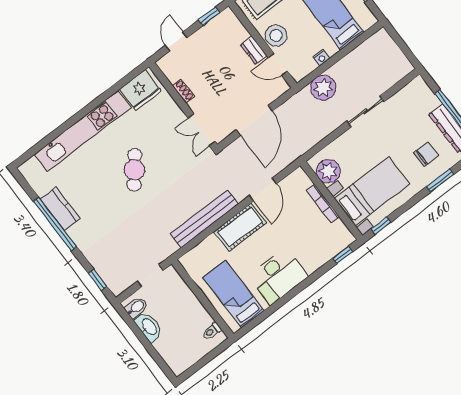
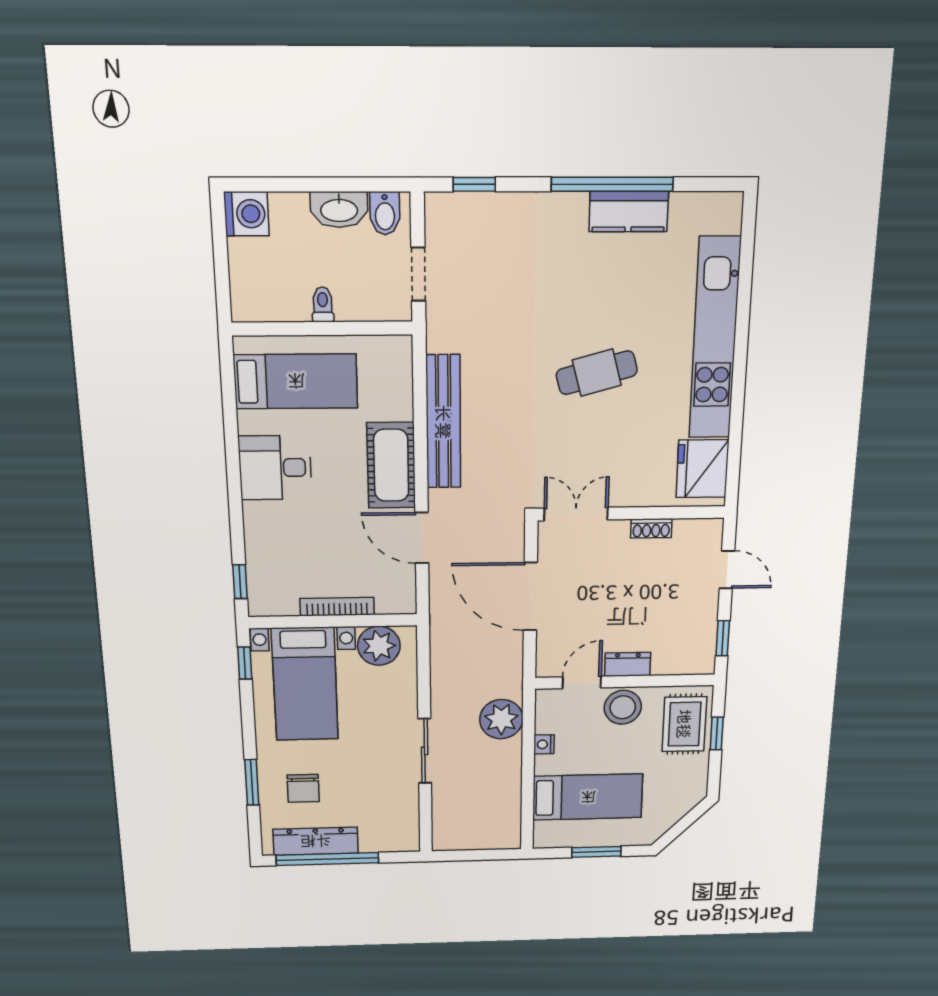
cafe table: (134, 170) -> (597, 373), turned -54
desk: (278, 276) -> (275, 468), width x0.73
toilet: (212, 331) -> (323, 305), moved
washing machine: (179, 363) -> (246, 214), added

